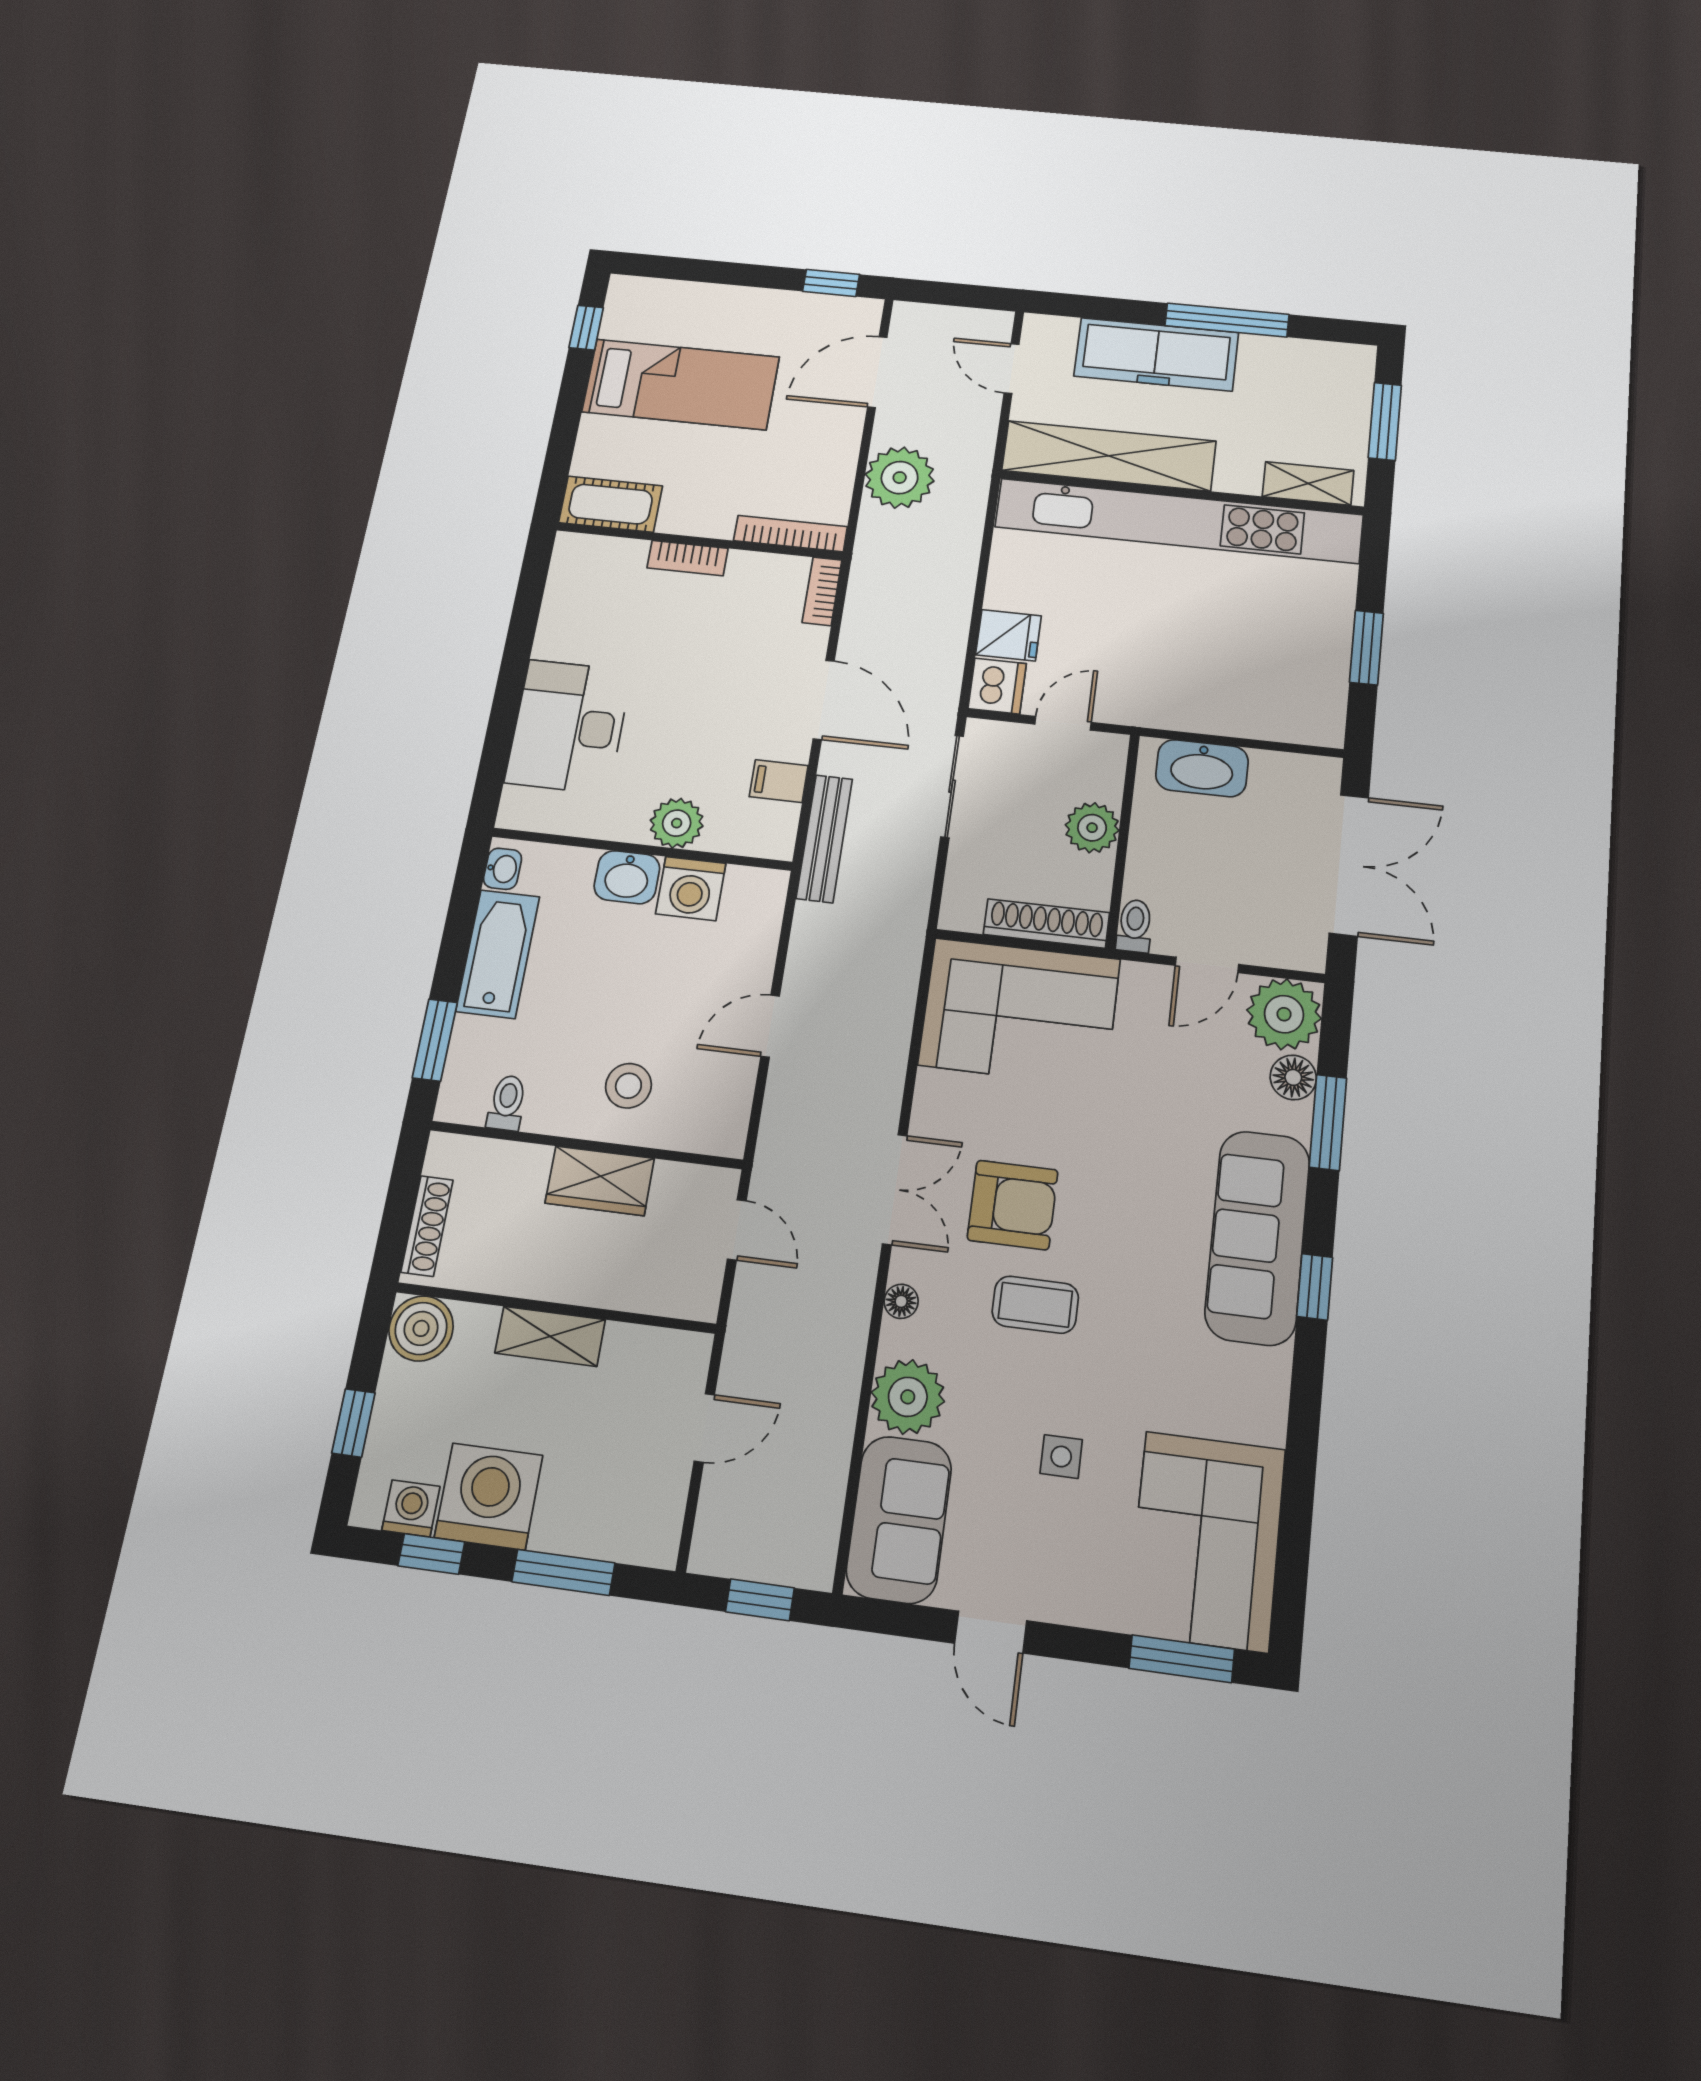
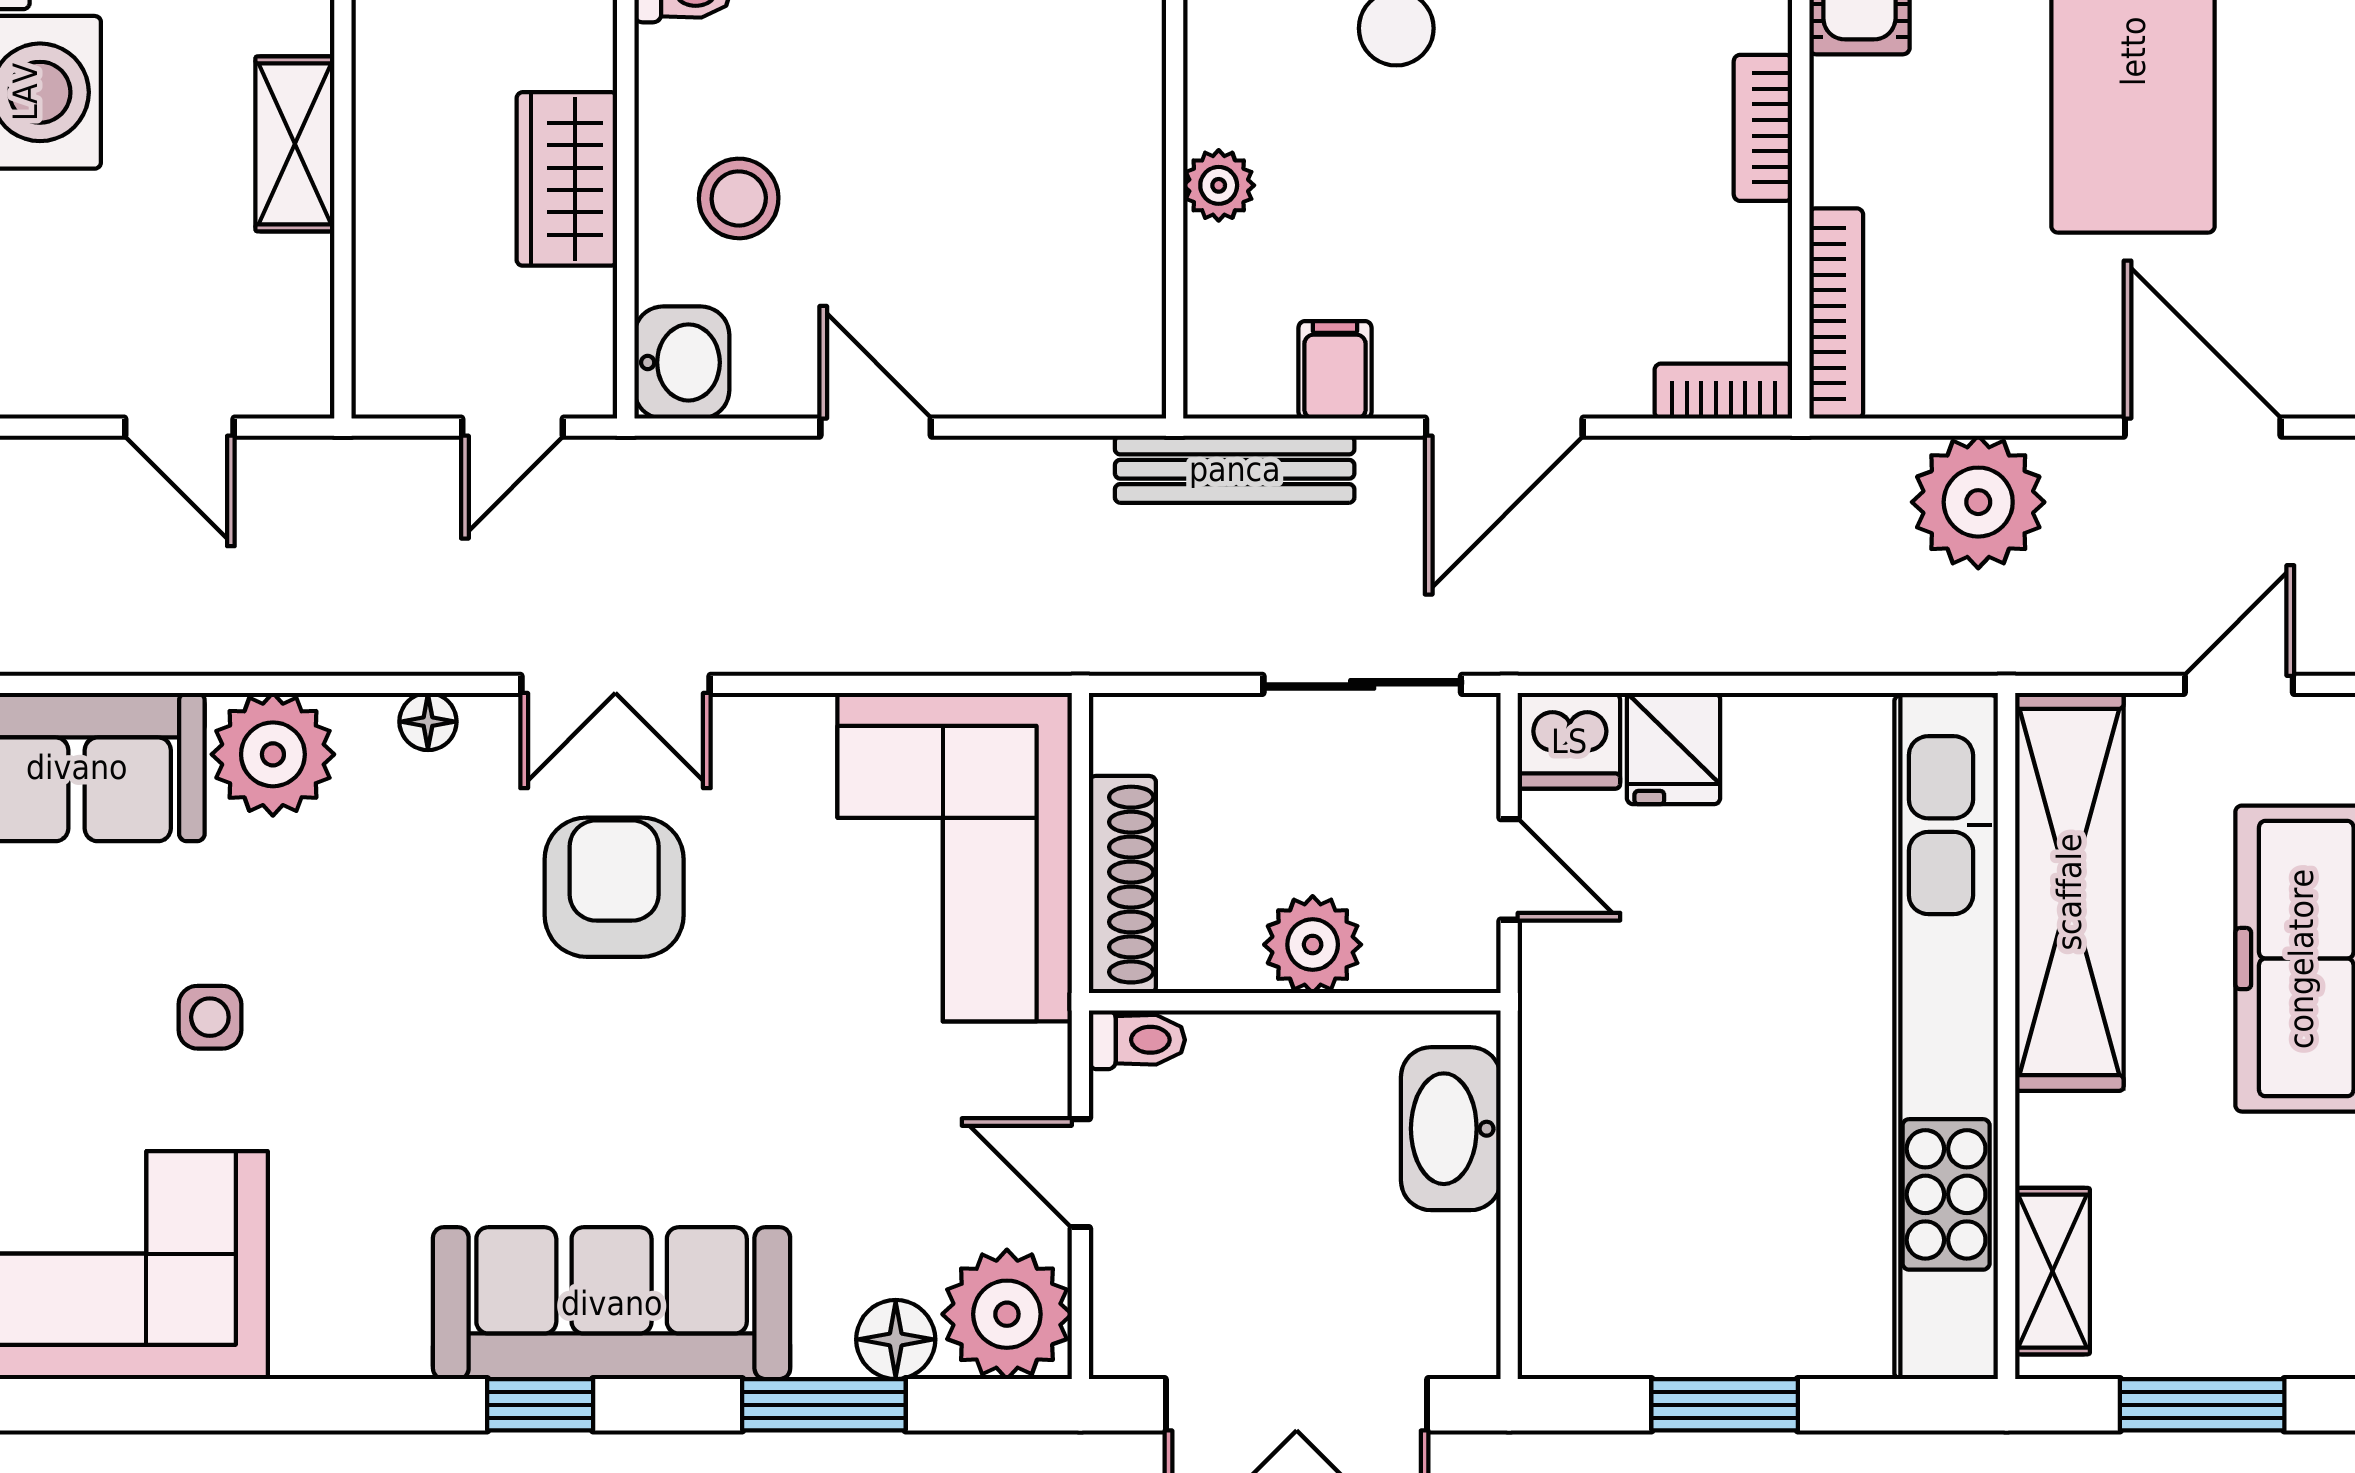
plant: (677, 823) -> (1219, 185), width x0.73, depth x0.73
washbasin: (627, 877) -> (682, 362), moved, turned 180
washing machine: (691, 889) -> (1111, 245), removed
armchair: (1013, 1205) -> (614, 887), turned 180
coffee table: (1035, 1305) -> (451, 945), removed

